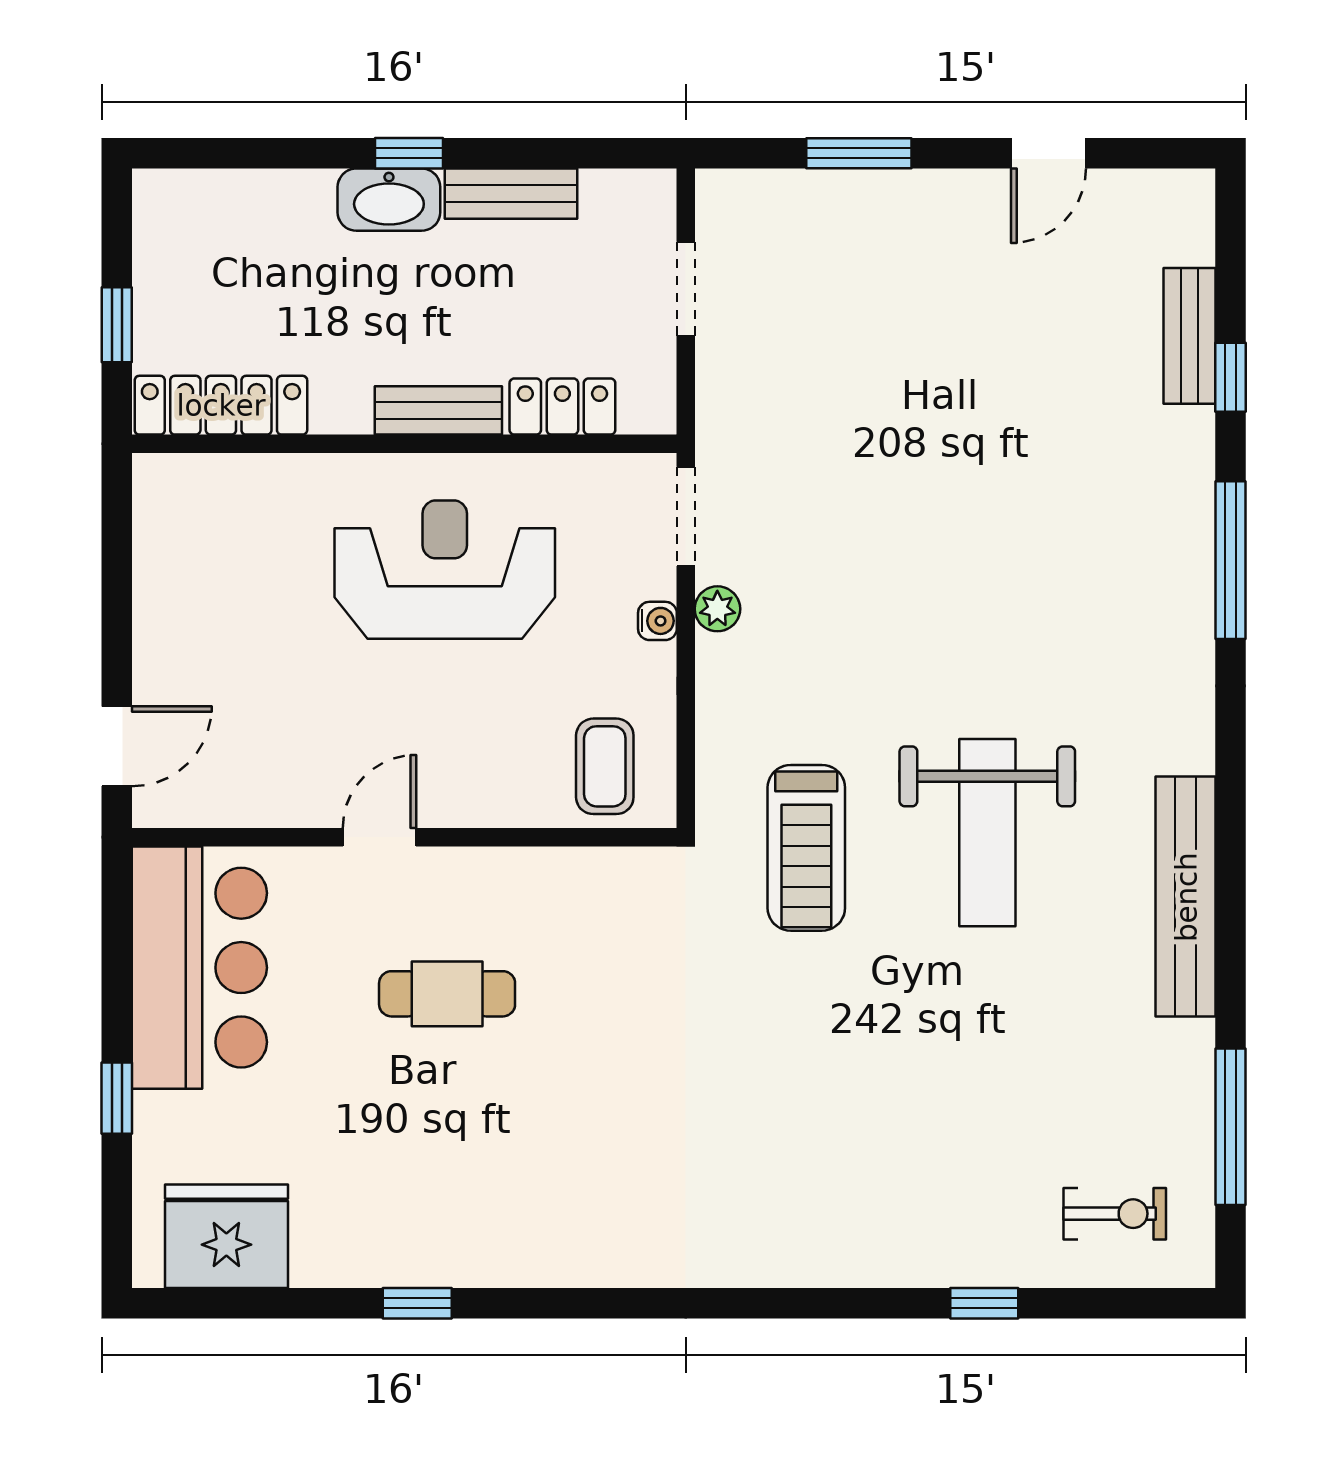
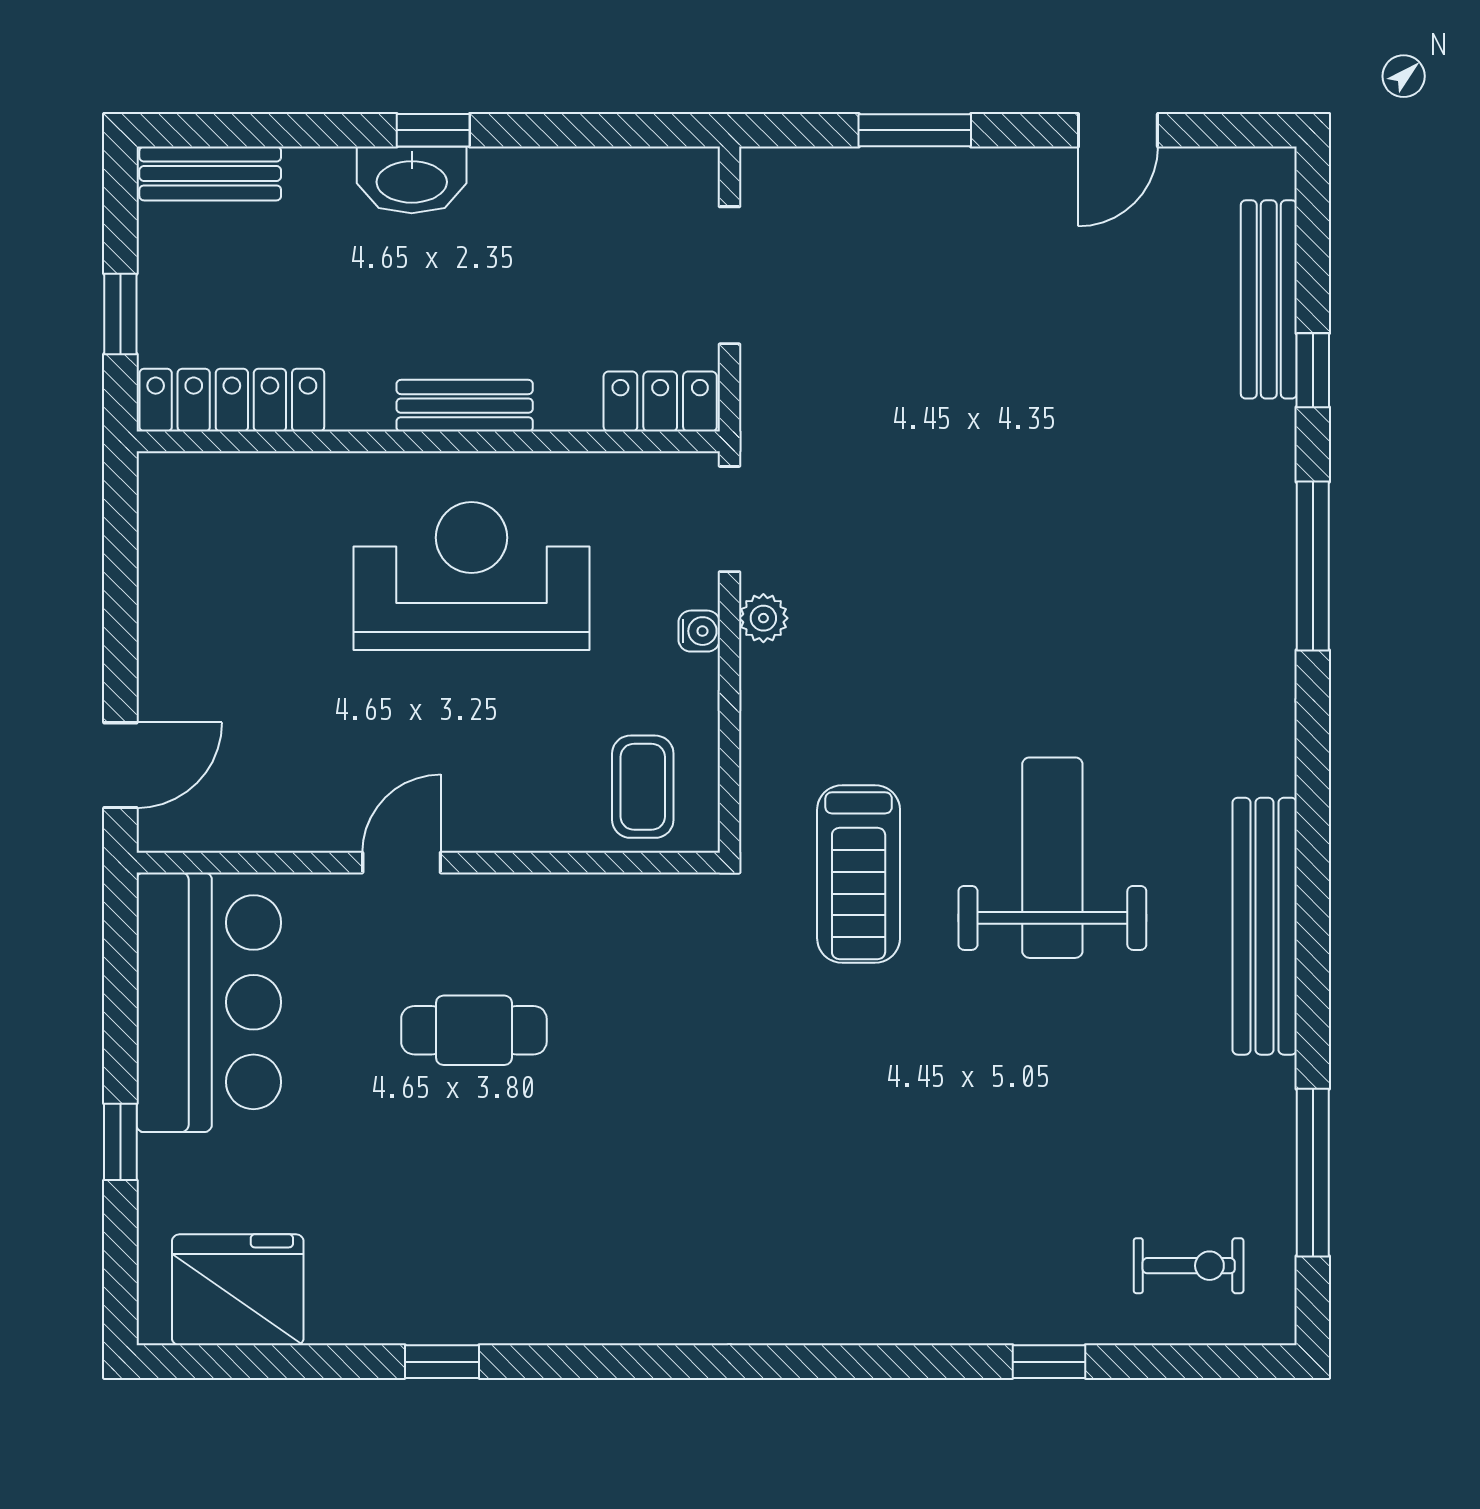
bench: (511, 194) -> (210, 173), moved
doorway: (686, 289) -> (730, 275), width x1.38
bench: (1189, 336) -> (1269, 299), width x1.36
locker: (562, 407) -> (660, 402), moved
weight bench: (987, 833) -> (1052, 858), turned 180

